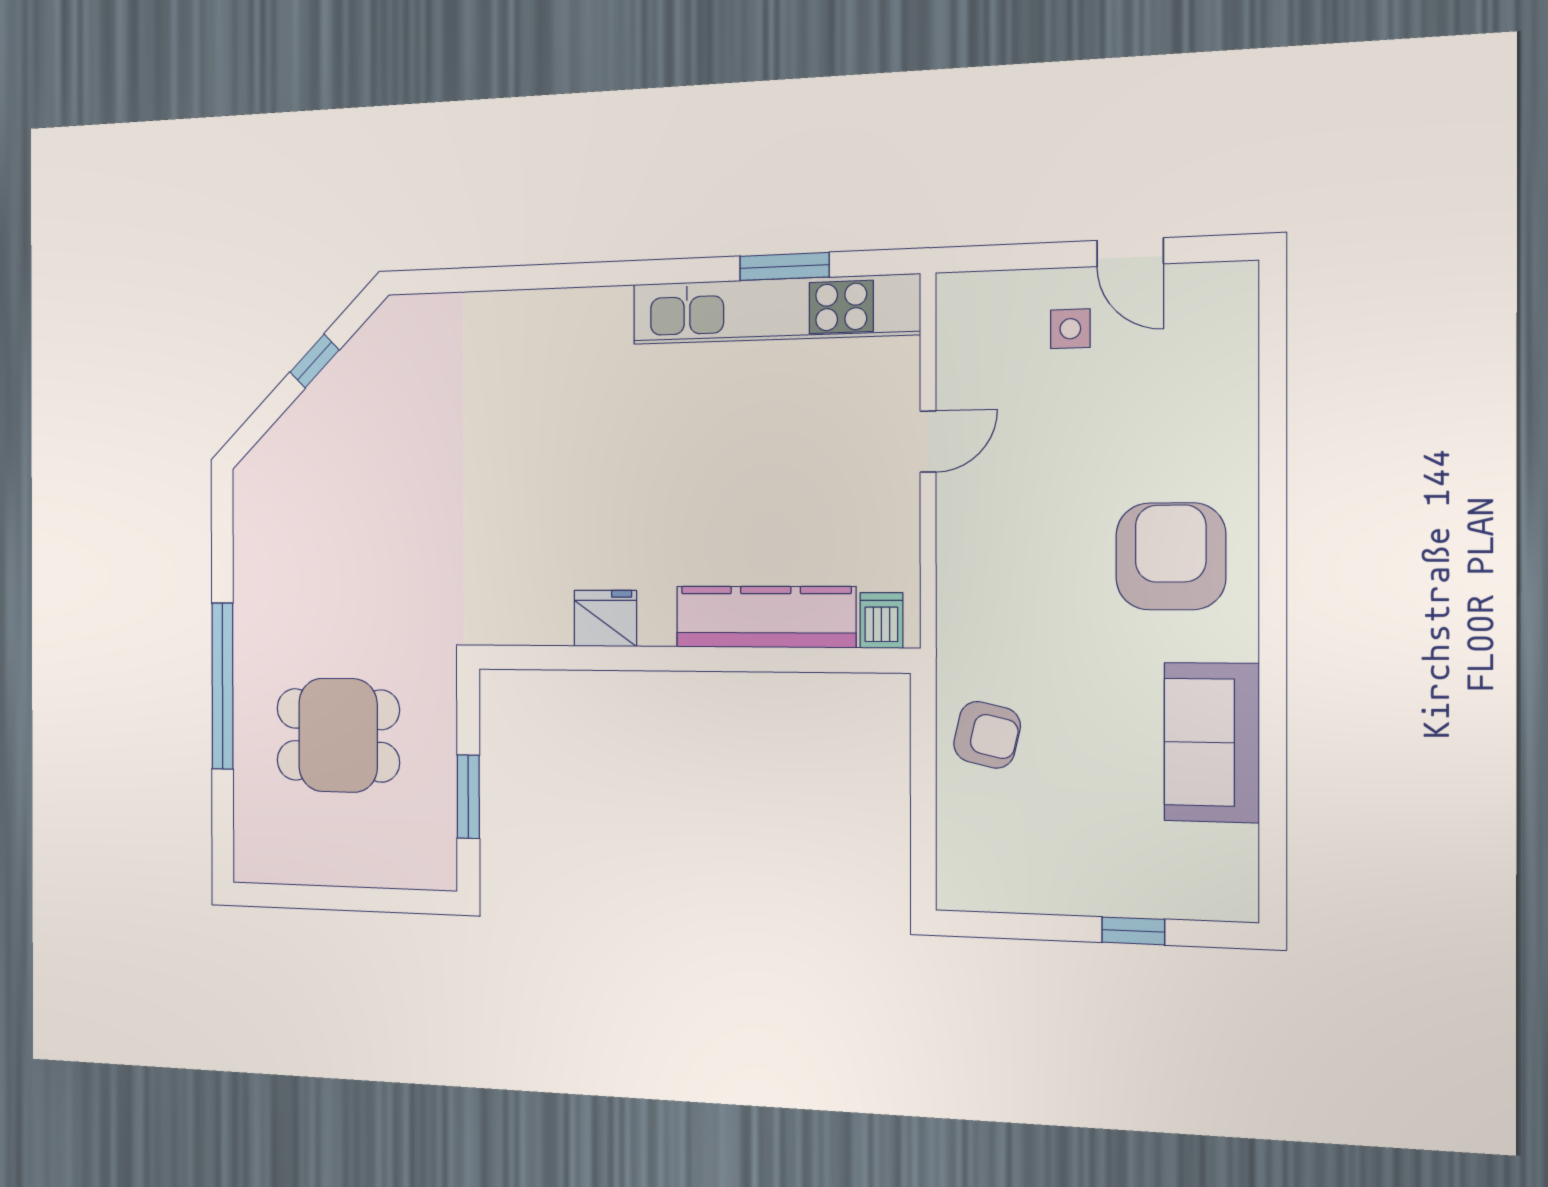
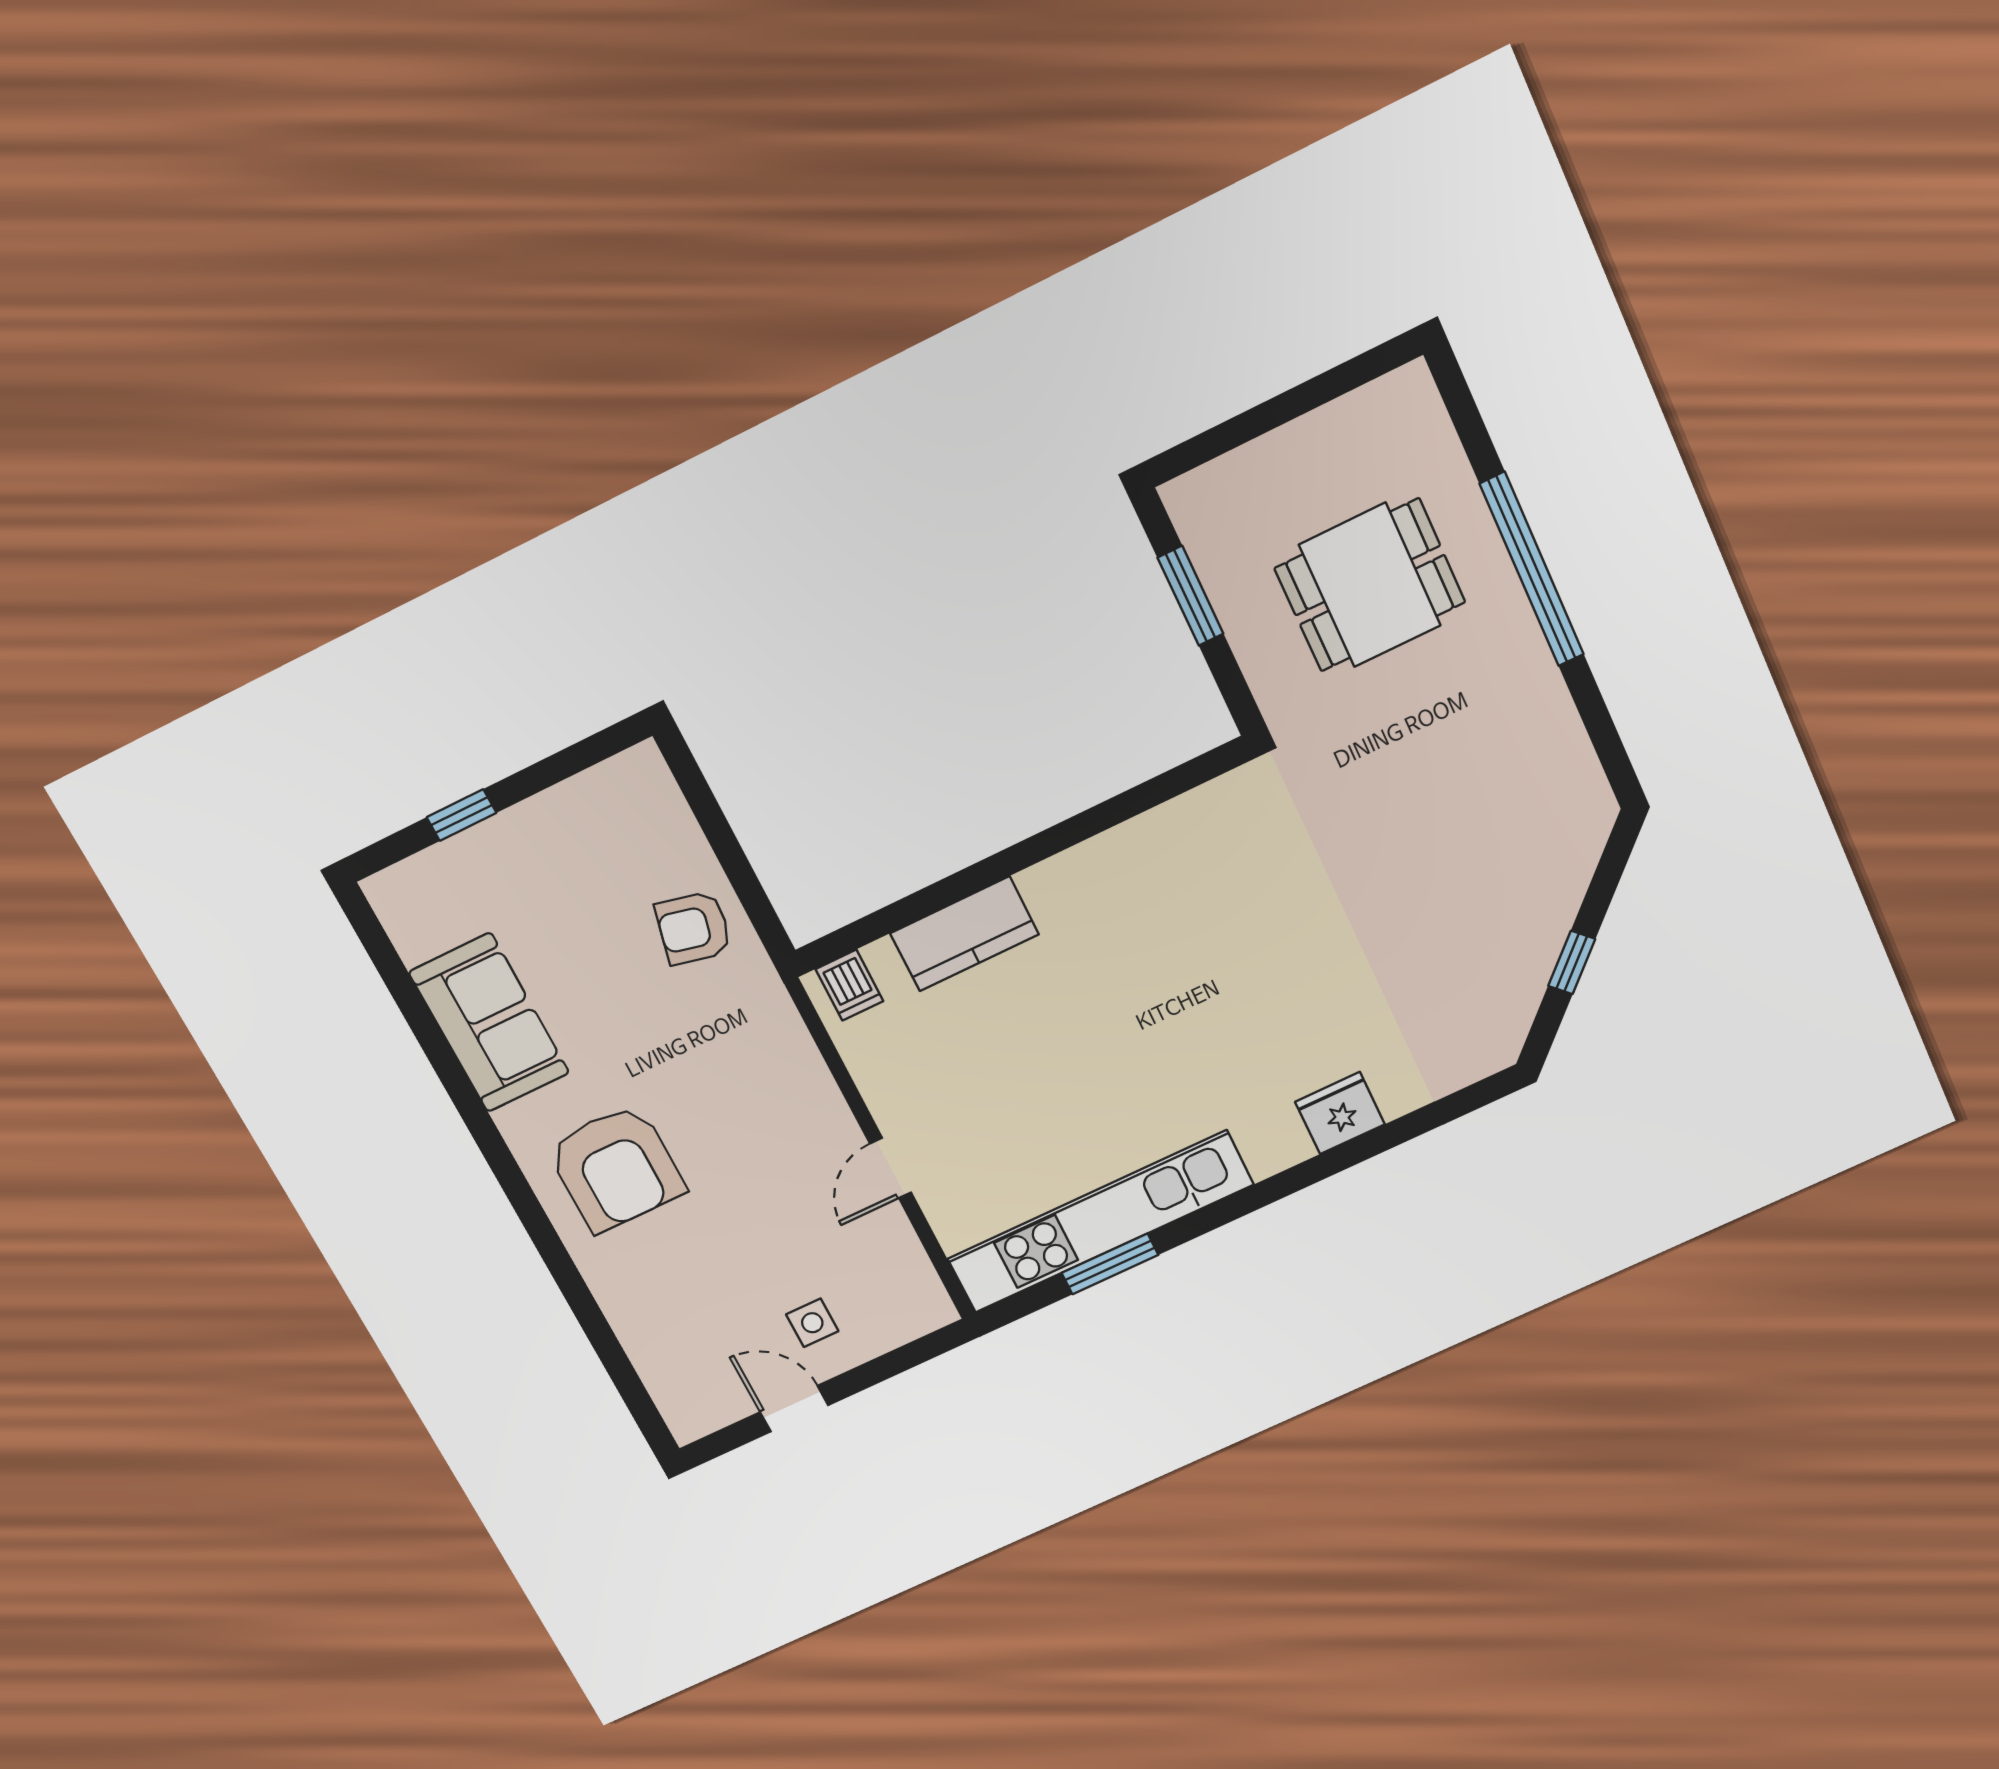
kitchen counter: (766, 617) -> (964, 934), width x0.67
fridge: (605, 618) -> (1340, 1113), moved, turned 180

